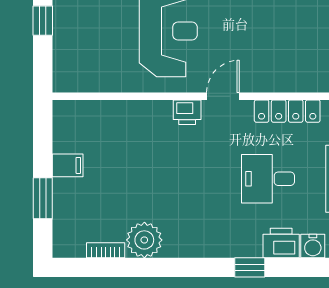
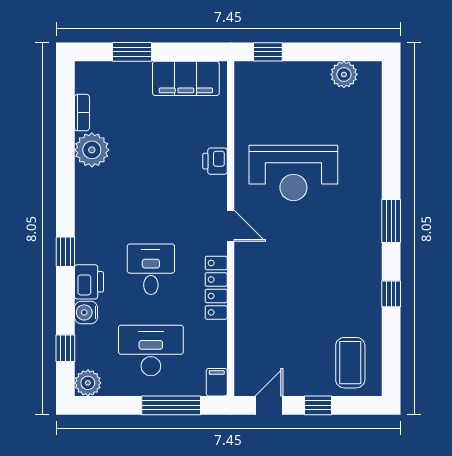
window: (43, 21) -> (268, 52), moved
printer: (187, 112) -> (215, 161), moved
filing cabinet: (68, 165) -> (186, 78), width x3.00, depth x1.17

